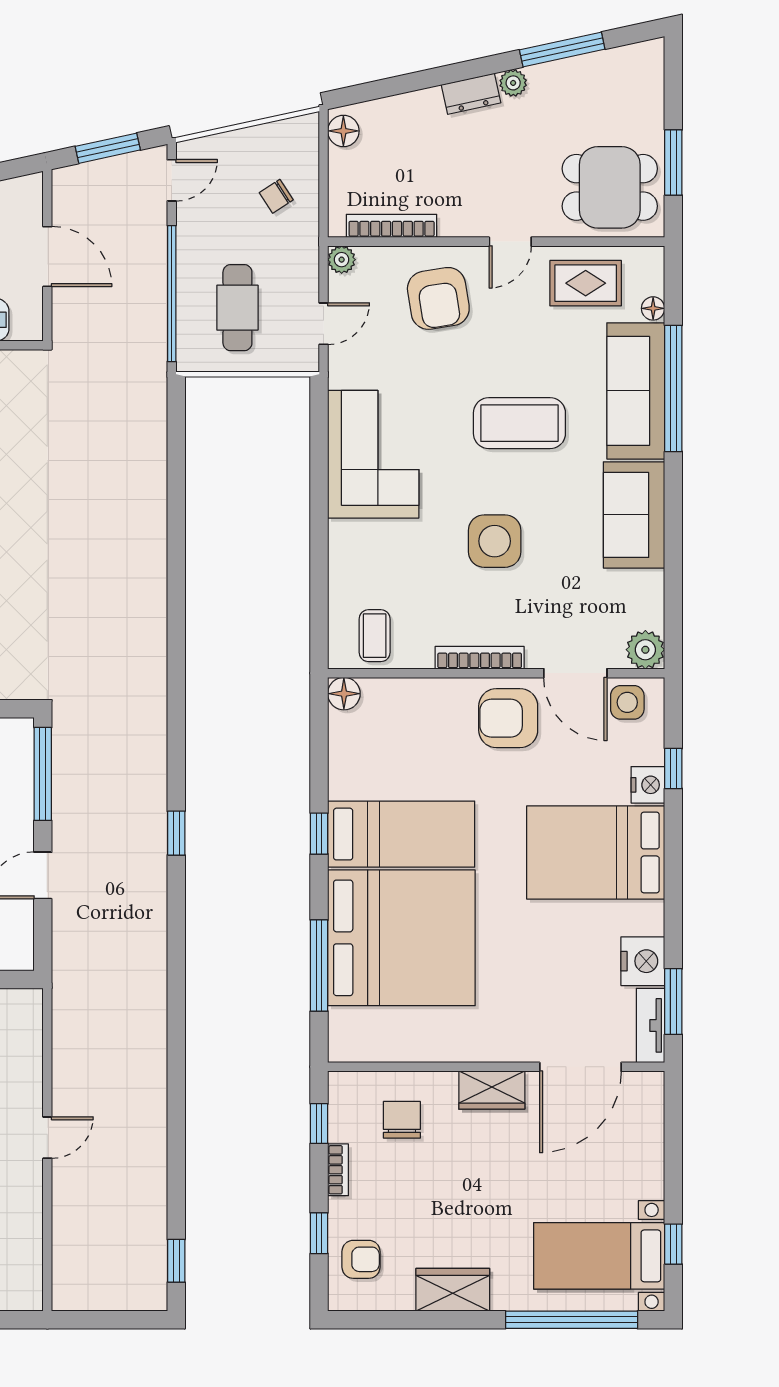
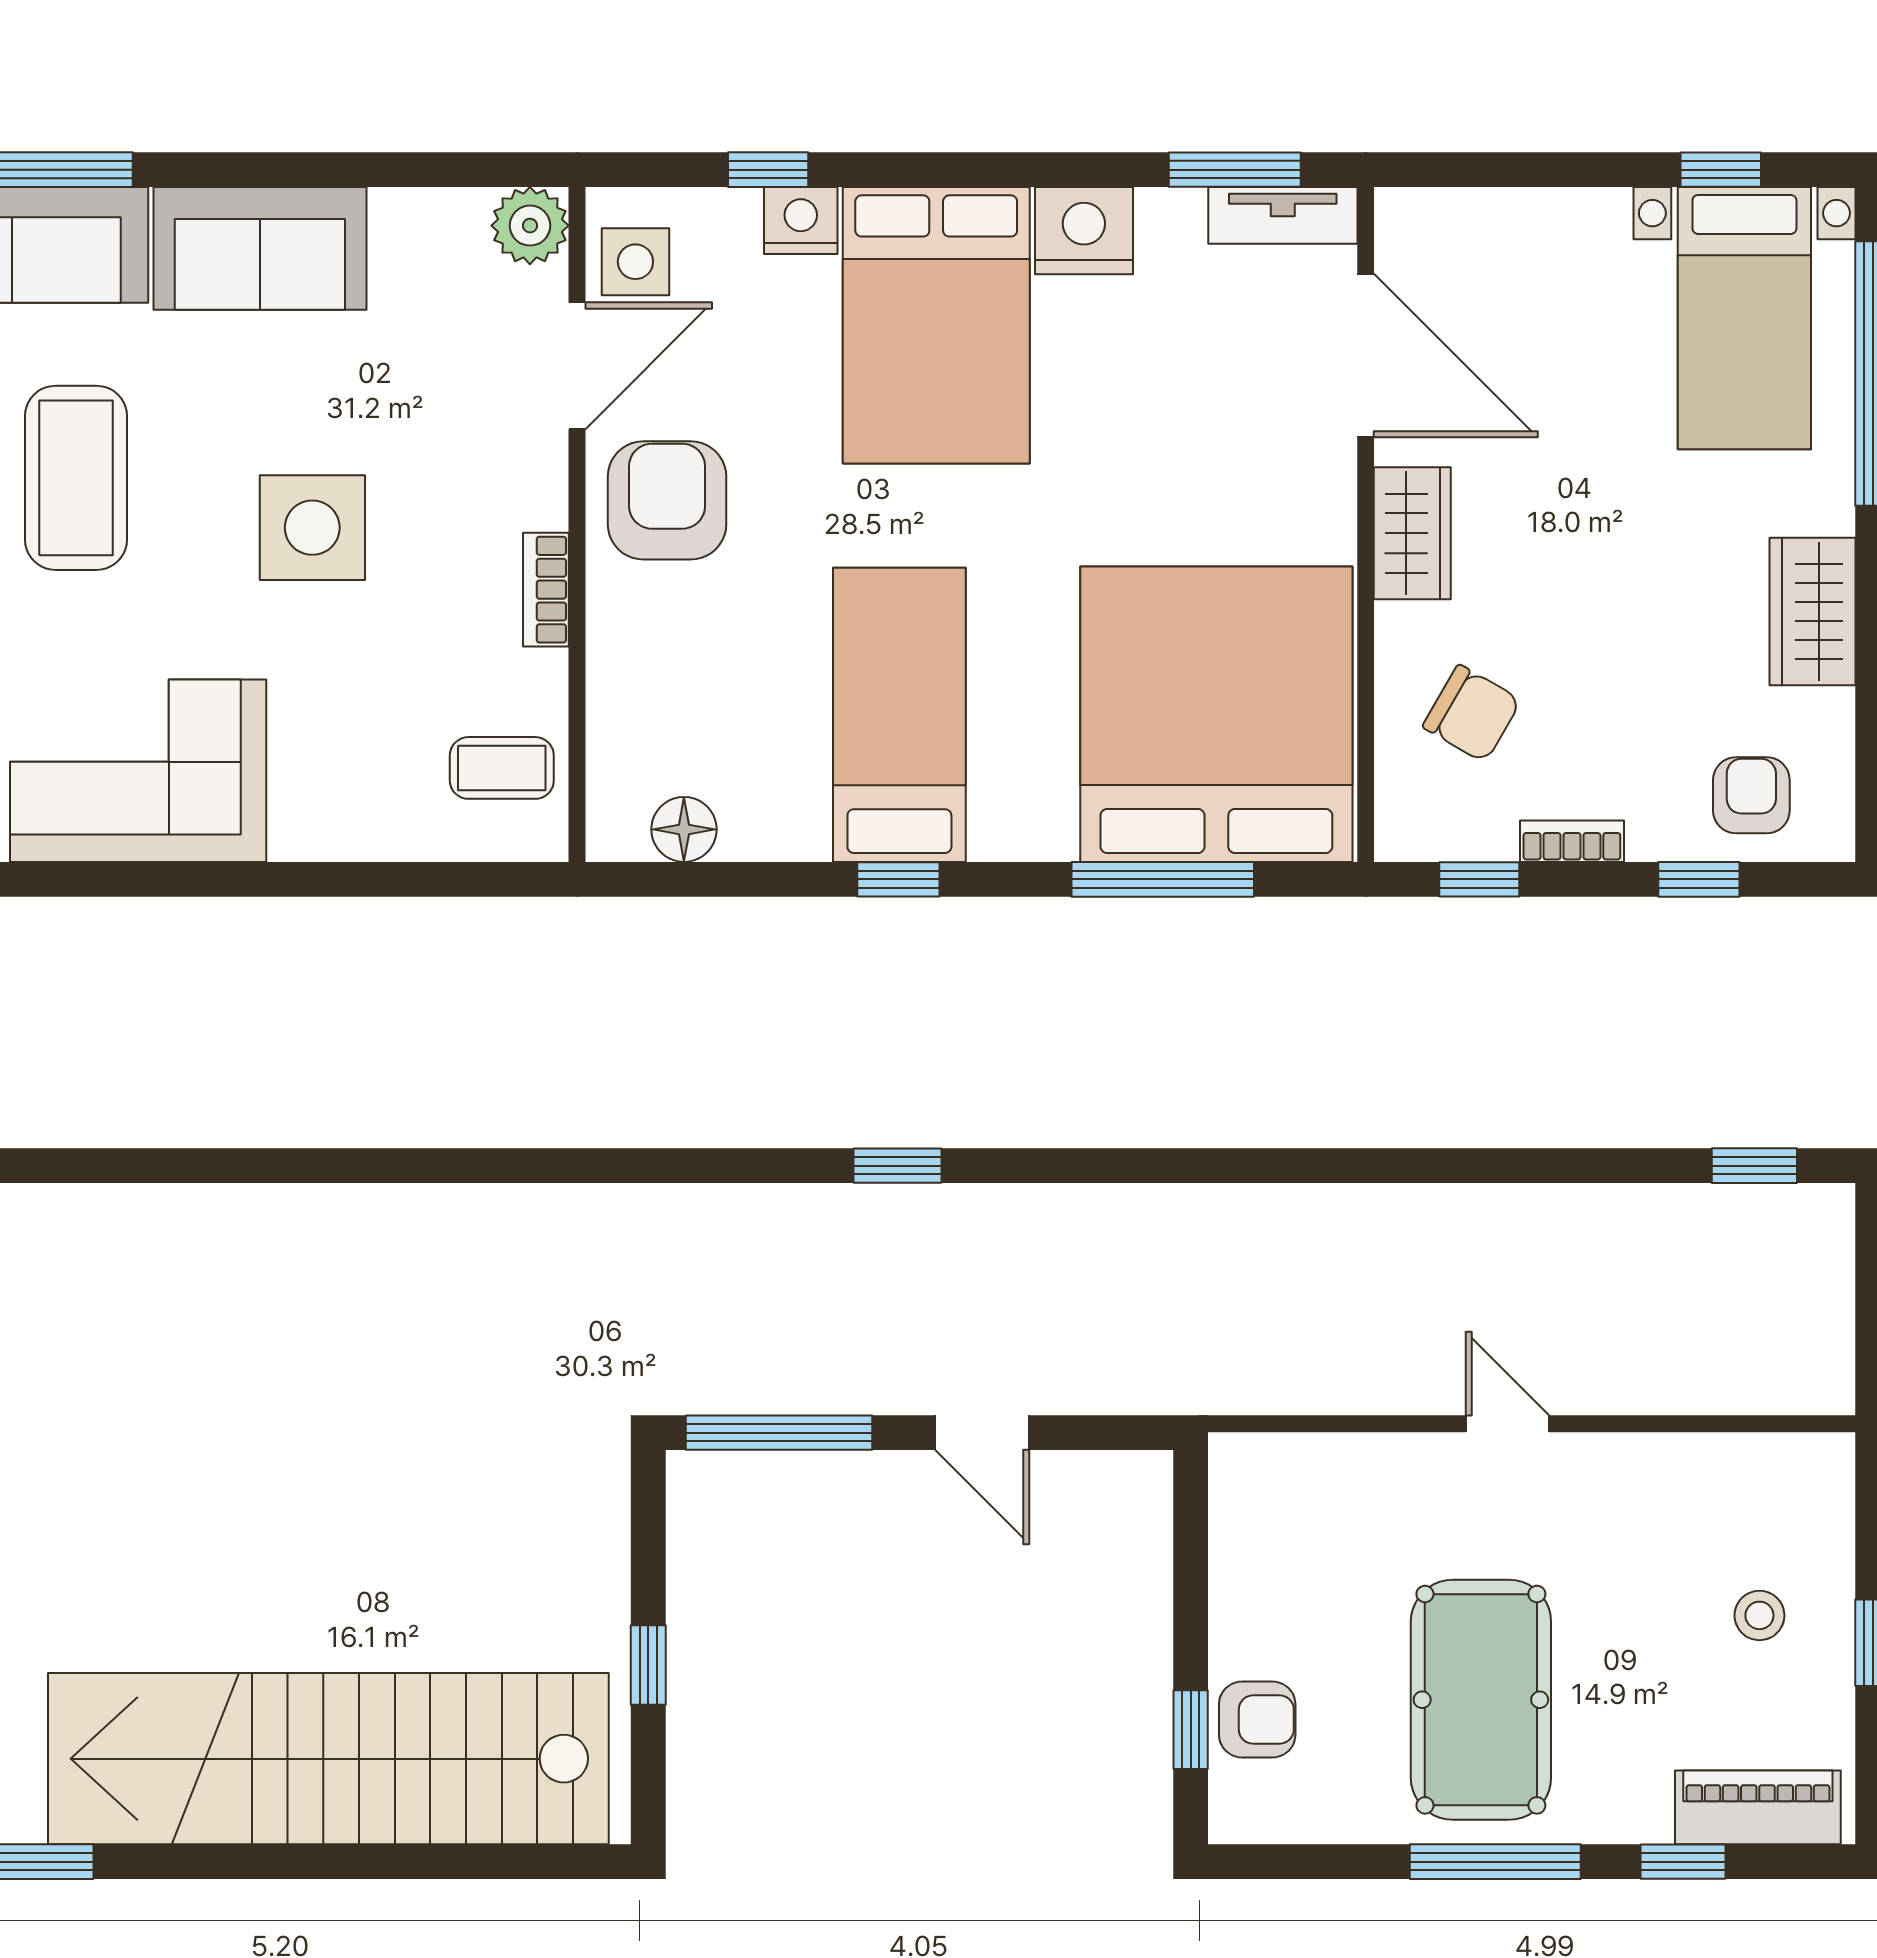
bookcase: (480, 658) -> (546, 590), width x0.64
floor lamp: (344, 694) -> (684, 829), moved
armchair: (508, 718) -> (667, 500), turned 180
bed: (401, 938) -> (1216, 714), moved
nightstand: (643, 961) -> (1084, 231), moved
chair: (402, 1120) -> (1472, 713), turned -150

